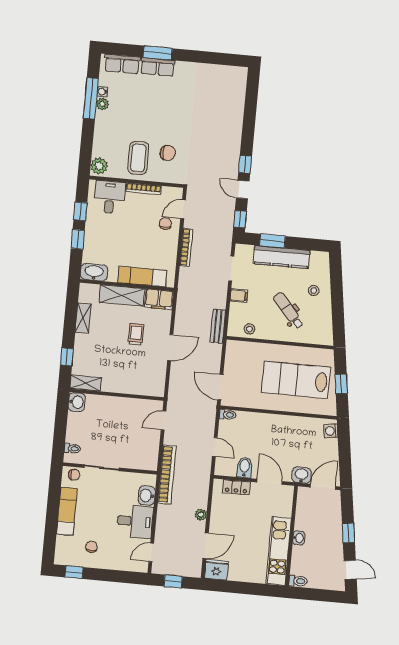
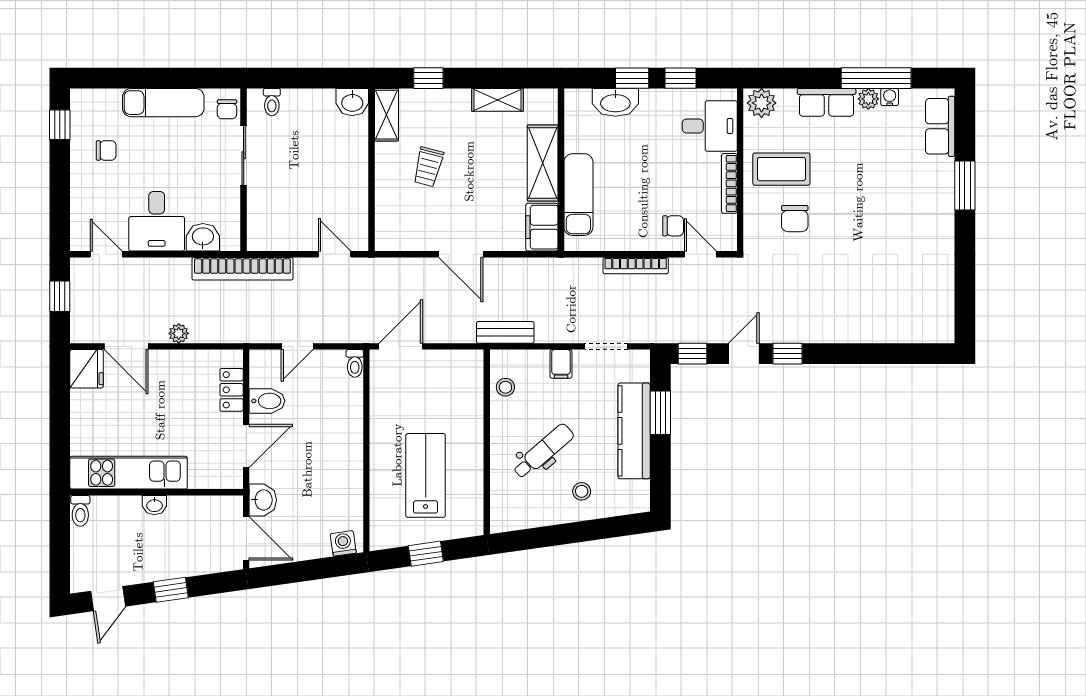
row of seats: (158, 67) -> (827, 102), moved, turned -90
washbasin: (94, 272) -> (615, 102), moved, turned 90
trolley: (136, 334) -> (428, 167), moved, turned 104
lab bench: (296, 380) -> (426, 475), width x0.73, depth x0.72

